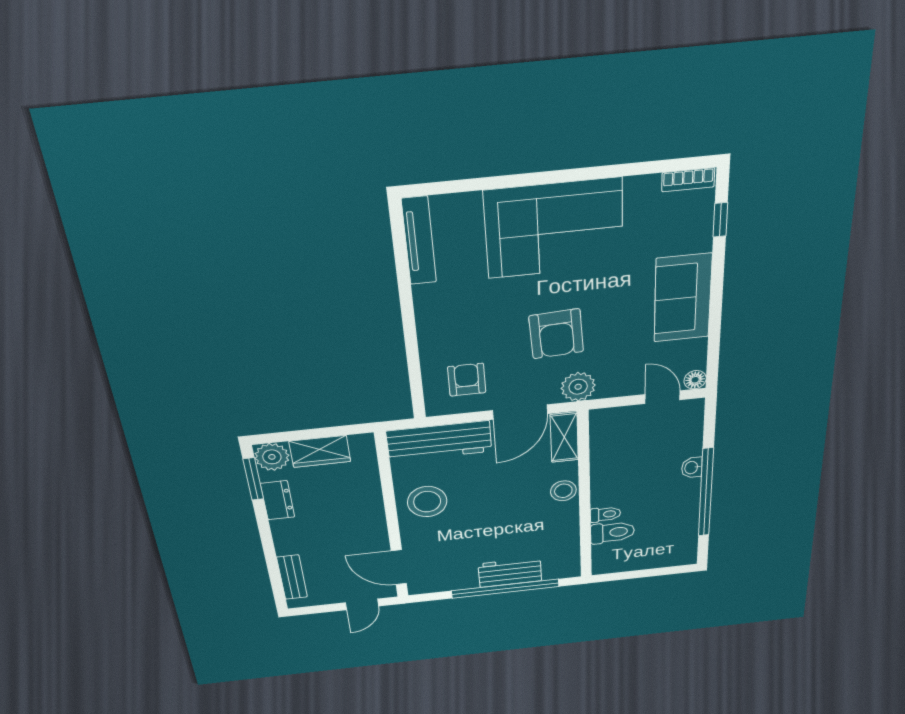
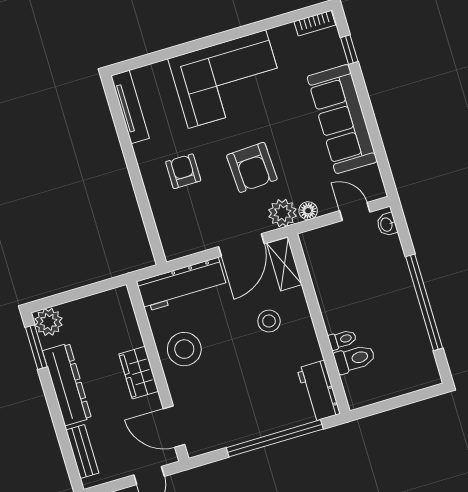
sofa: (683, 298) -> (342, 119), width x1.36
armchair: (467, 380) -> (183, 171), moved
floor lamp: (695, 380) -> (308, 211), moved
wardrobe: (320, 451) -> (139, 373), moved, turned 90
washbasin: (692, 468) -> (387, 224), moved
stool: (563, 491) -> (269, 321), moved
dresser: (278, 500) -> (67, 384), width x1.96, depth x1.24
workbench: (510, 572) -> (318, 391), moved, turned -90

